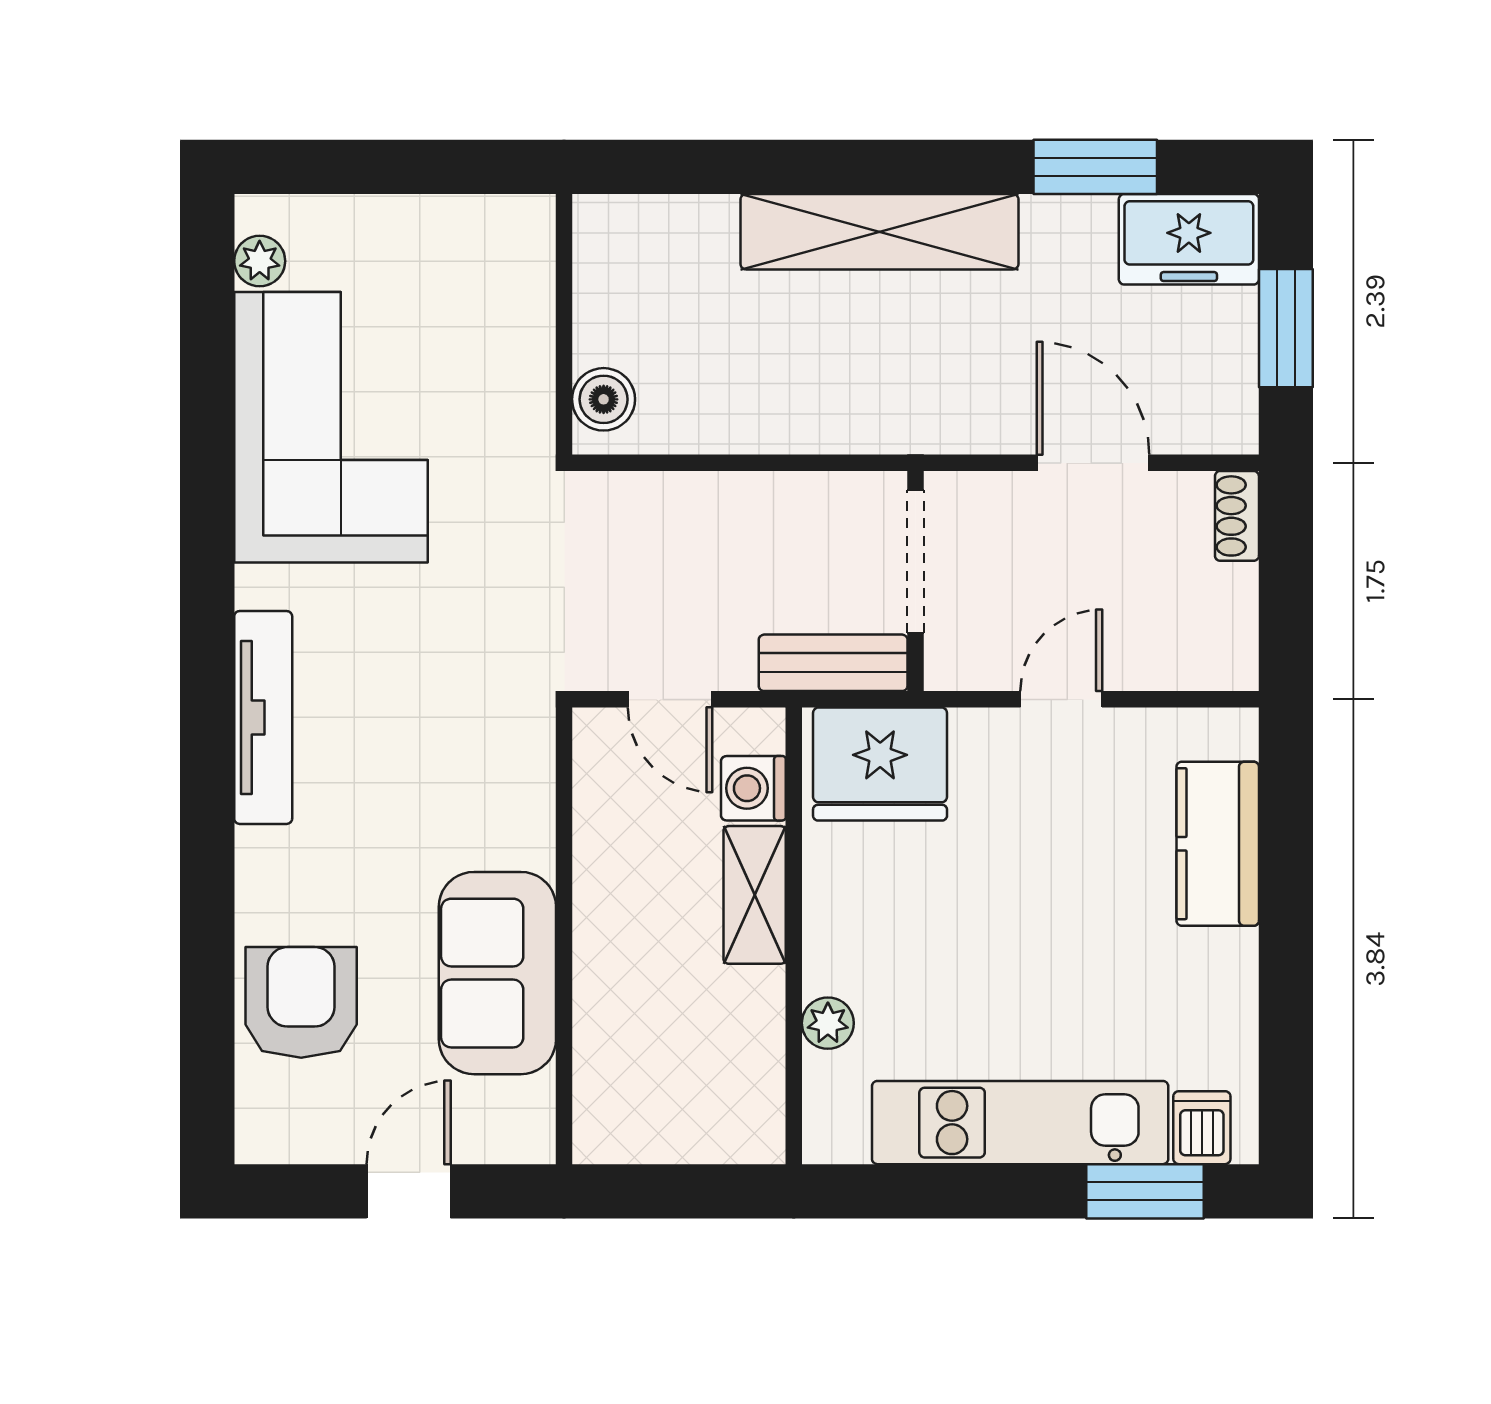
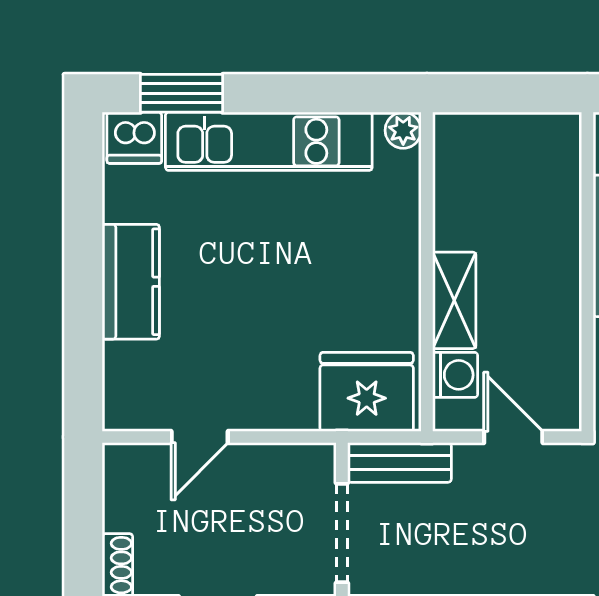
door: (1061, 699) -> (200, 437), moved
kitchen counter: (1218, 844) -> (131, 282), moved
plant: (828, 1023) -> (403, 130), moved
dishwasher: (1202, 1128) -> (134, 138), width x1.38

